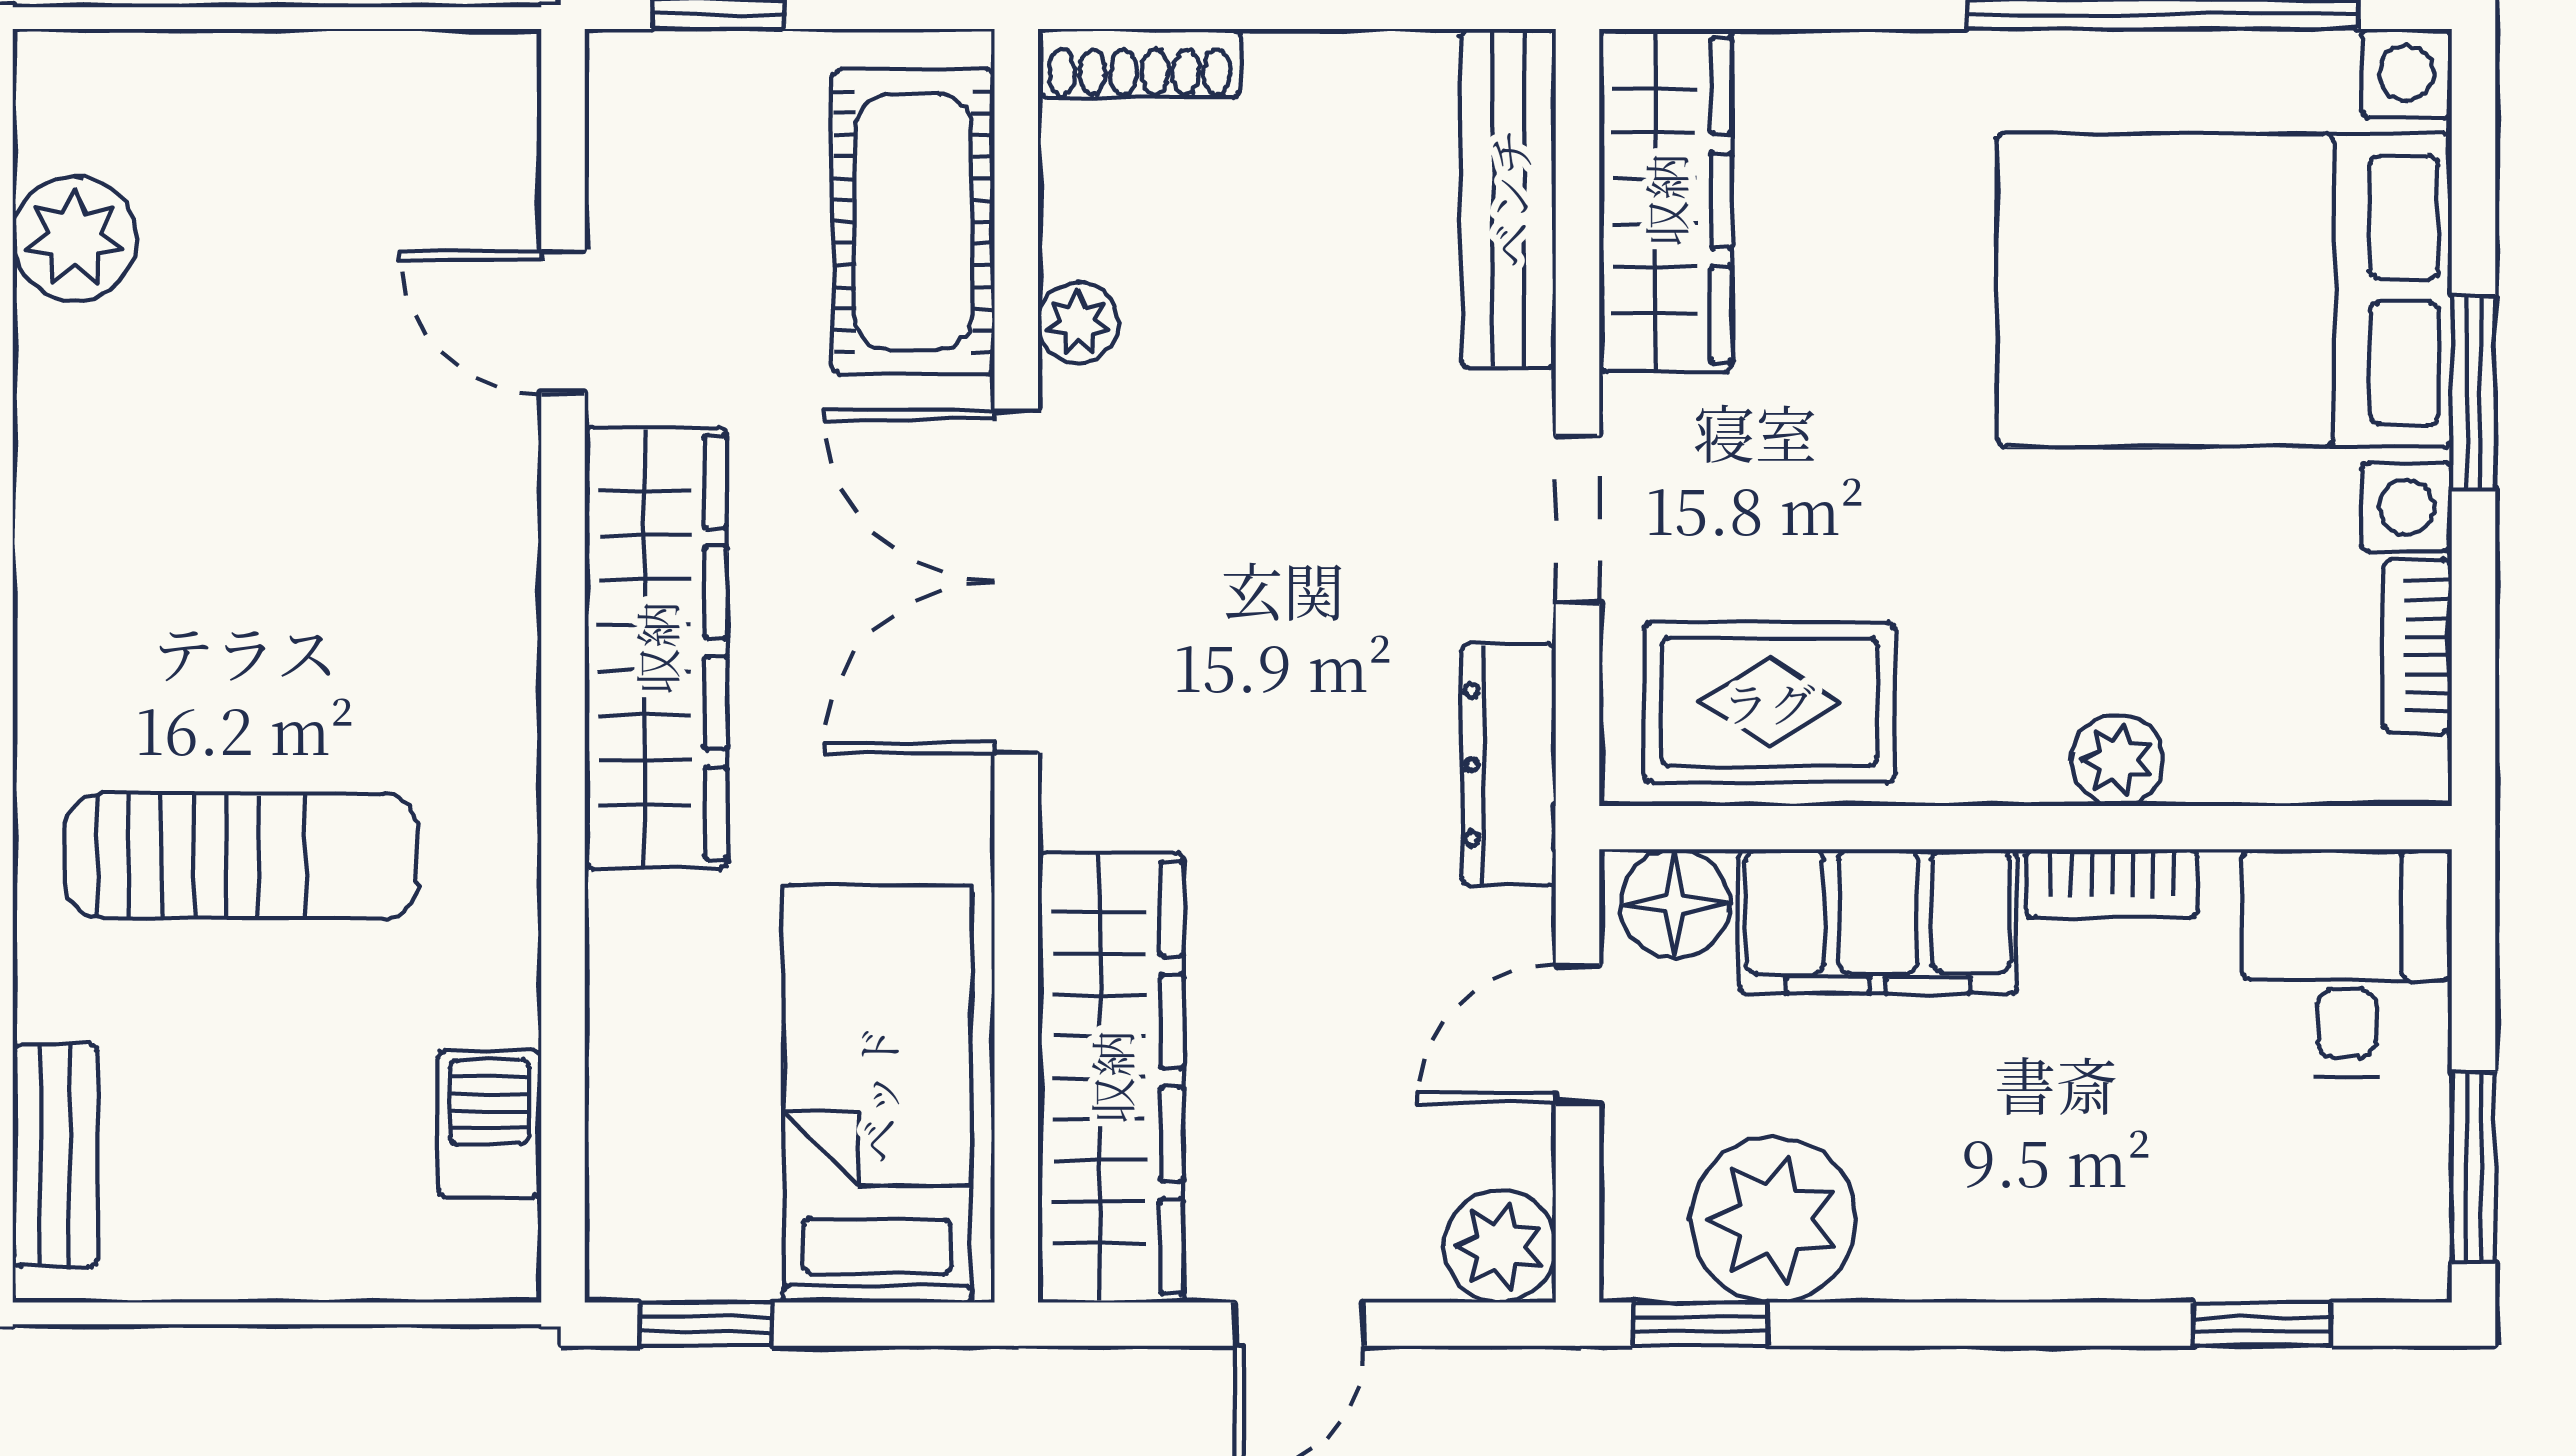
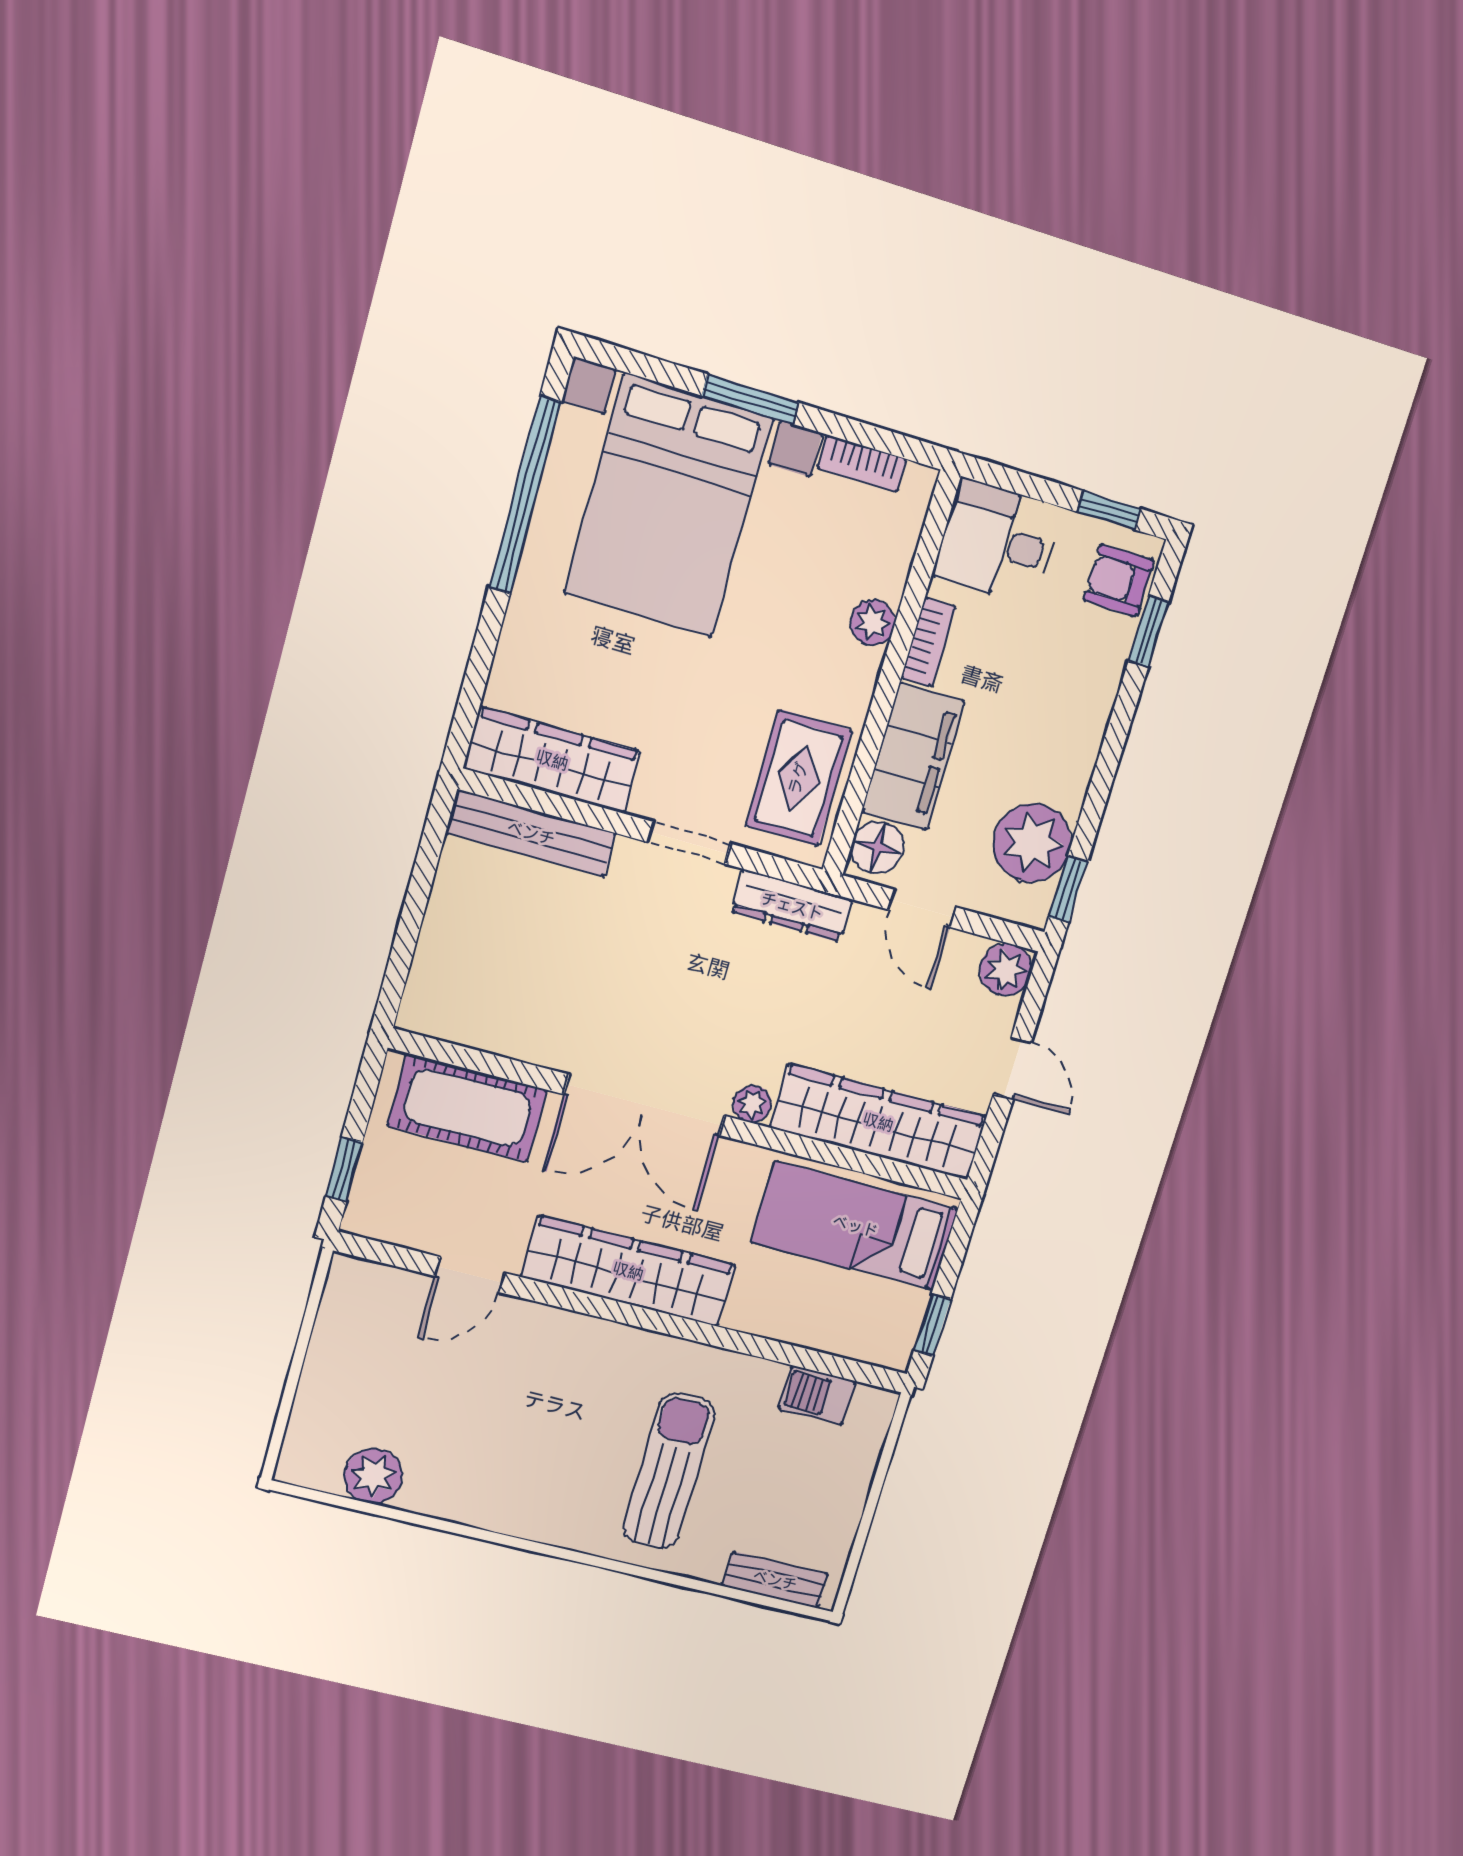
shoe rack: (1139, 63) -> (421, 986), removed
plant: (1078, 323) -> (752, 1104), moved
window: (2473, 1167) -> (1109, 510), width x0.67
armchair: (2344, 1232) -> (1119, 581), added

